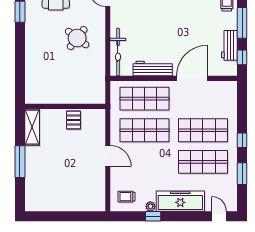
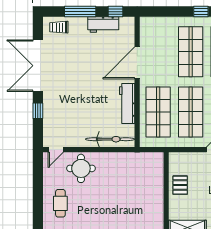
round table: (77, 38) -> (81, 168), moved, turned -38
door: (192, 78) -> (137, 63), hinge flipped
pallet: (73, 120) -> (180, 185), turned 90

